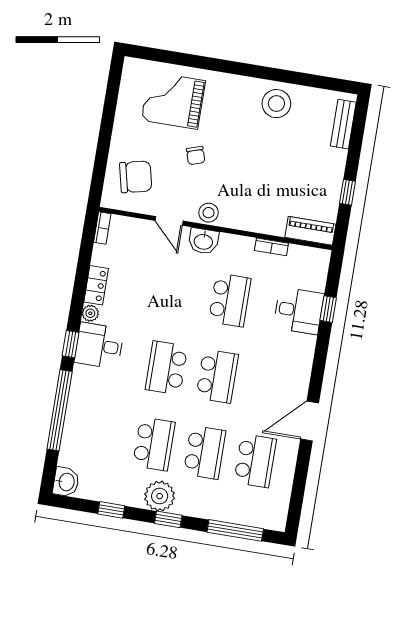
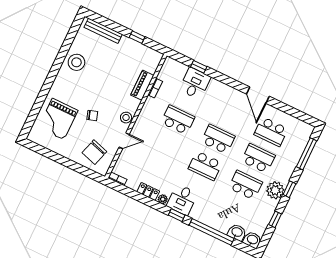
bench: (343, 124) -> (103, 31), width x1.36
chair: (136, 177) -> (94, 152), turned -150
piano: (310, 231) -> (142, 85), moved
washbasin: (203, 241) -> (237, 232), moved, turned -90
school desk: (255, 461) -> (271, 132), turned 180

